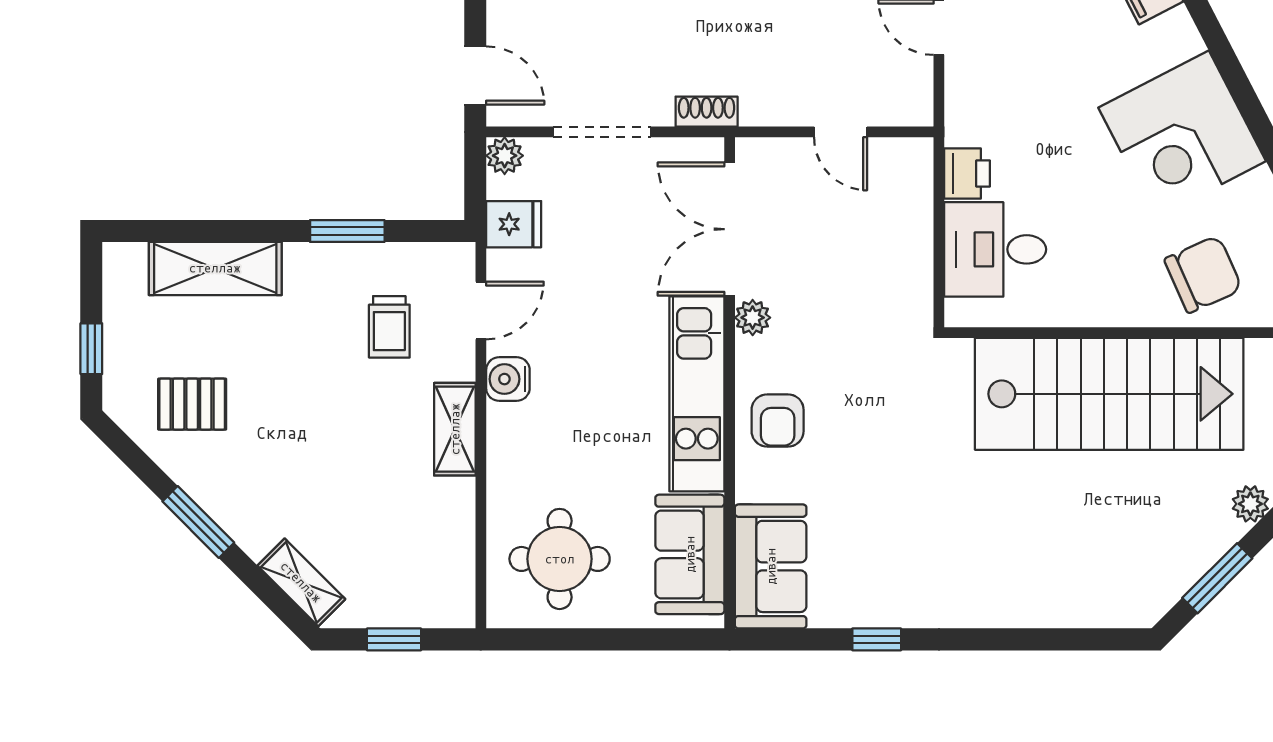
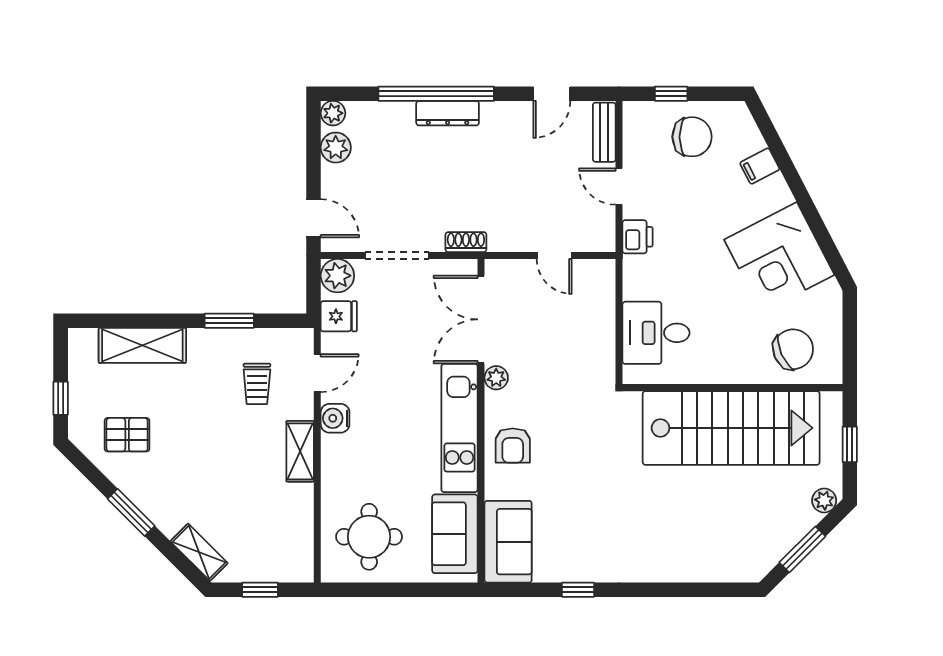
plant: (505, 156) -> (337, 276), width x1.38, depth x1.38
printer: (967, 174) -> (638, 237), moved

